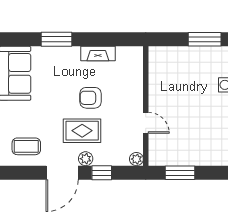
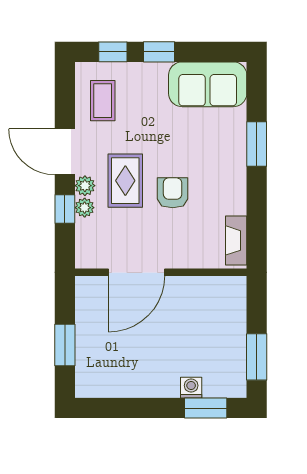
fireplace: (98, 54) -> (236, 240), moved
door: (146, 123) -> (136, 272), width x1.87
plant: (136, 159) -> (85, 208), moved
window: (180, 173) -> (65, 345), moved

